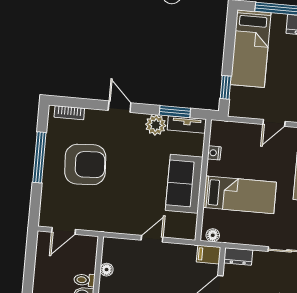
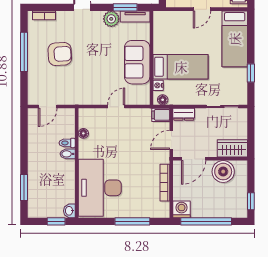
nightstand: (214, 153) -> (158, 85), moved
armchair: (85, 164) -> (60, 54), width x0.73, depth x0.73

